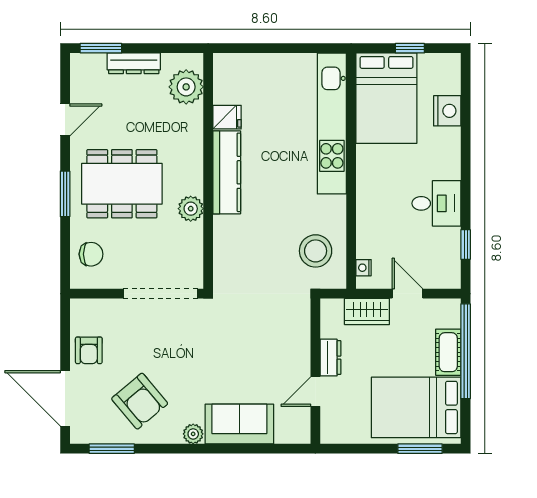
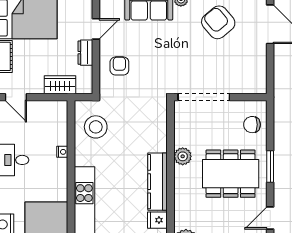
nightstand: (364, 268) -> (62, 152), moved
door: (408, 294) -> (16, 97), moved
armchair: (89, 350) -> (119, 66), moved

